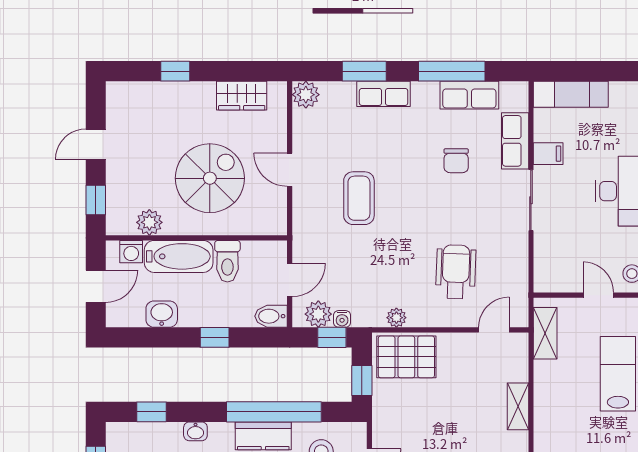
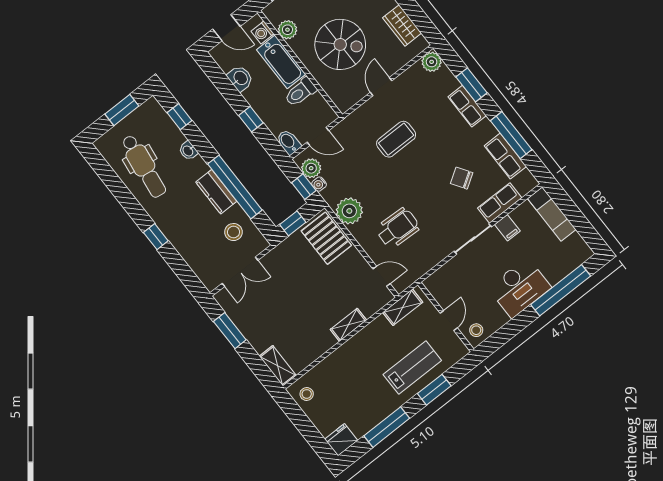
chair: (456, 161) -> (462, 178), turned 57
plant: (396, 318) -> (349, 211), width x1.88, depth x1.88

